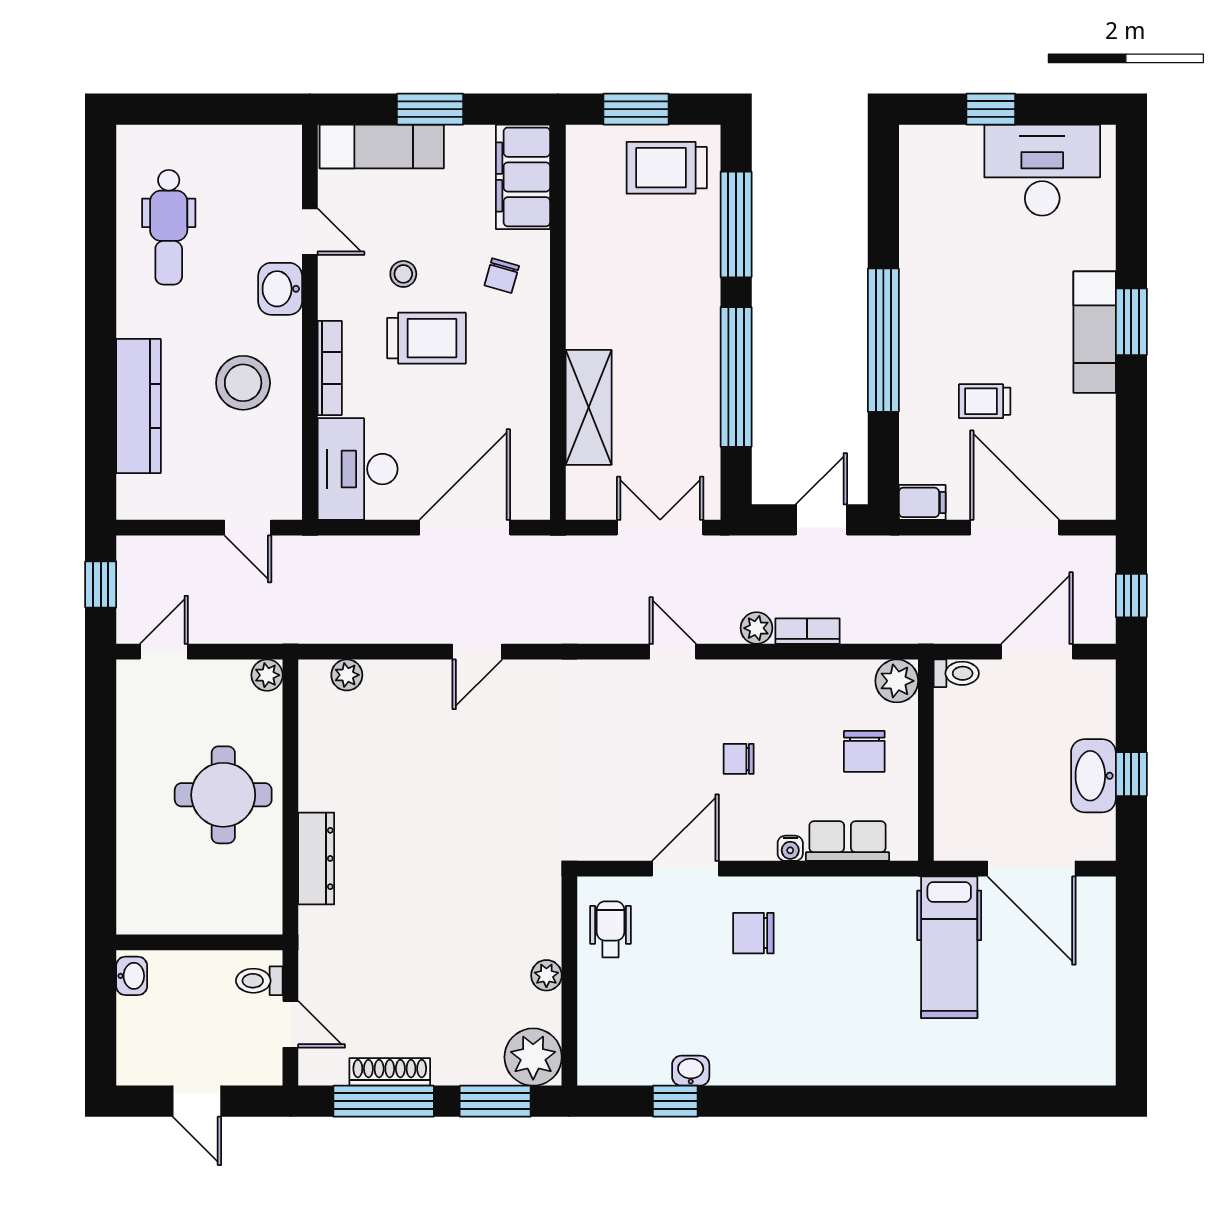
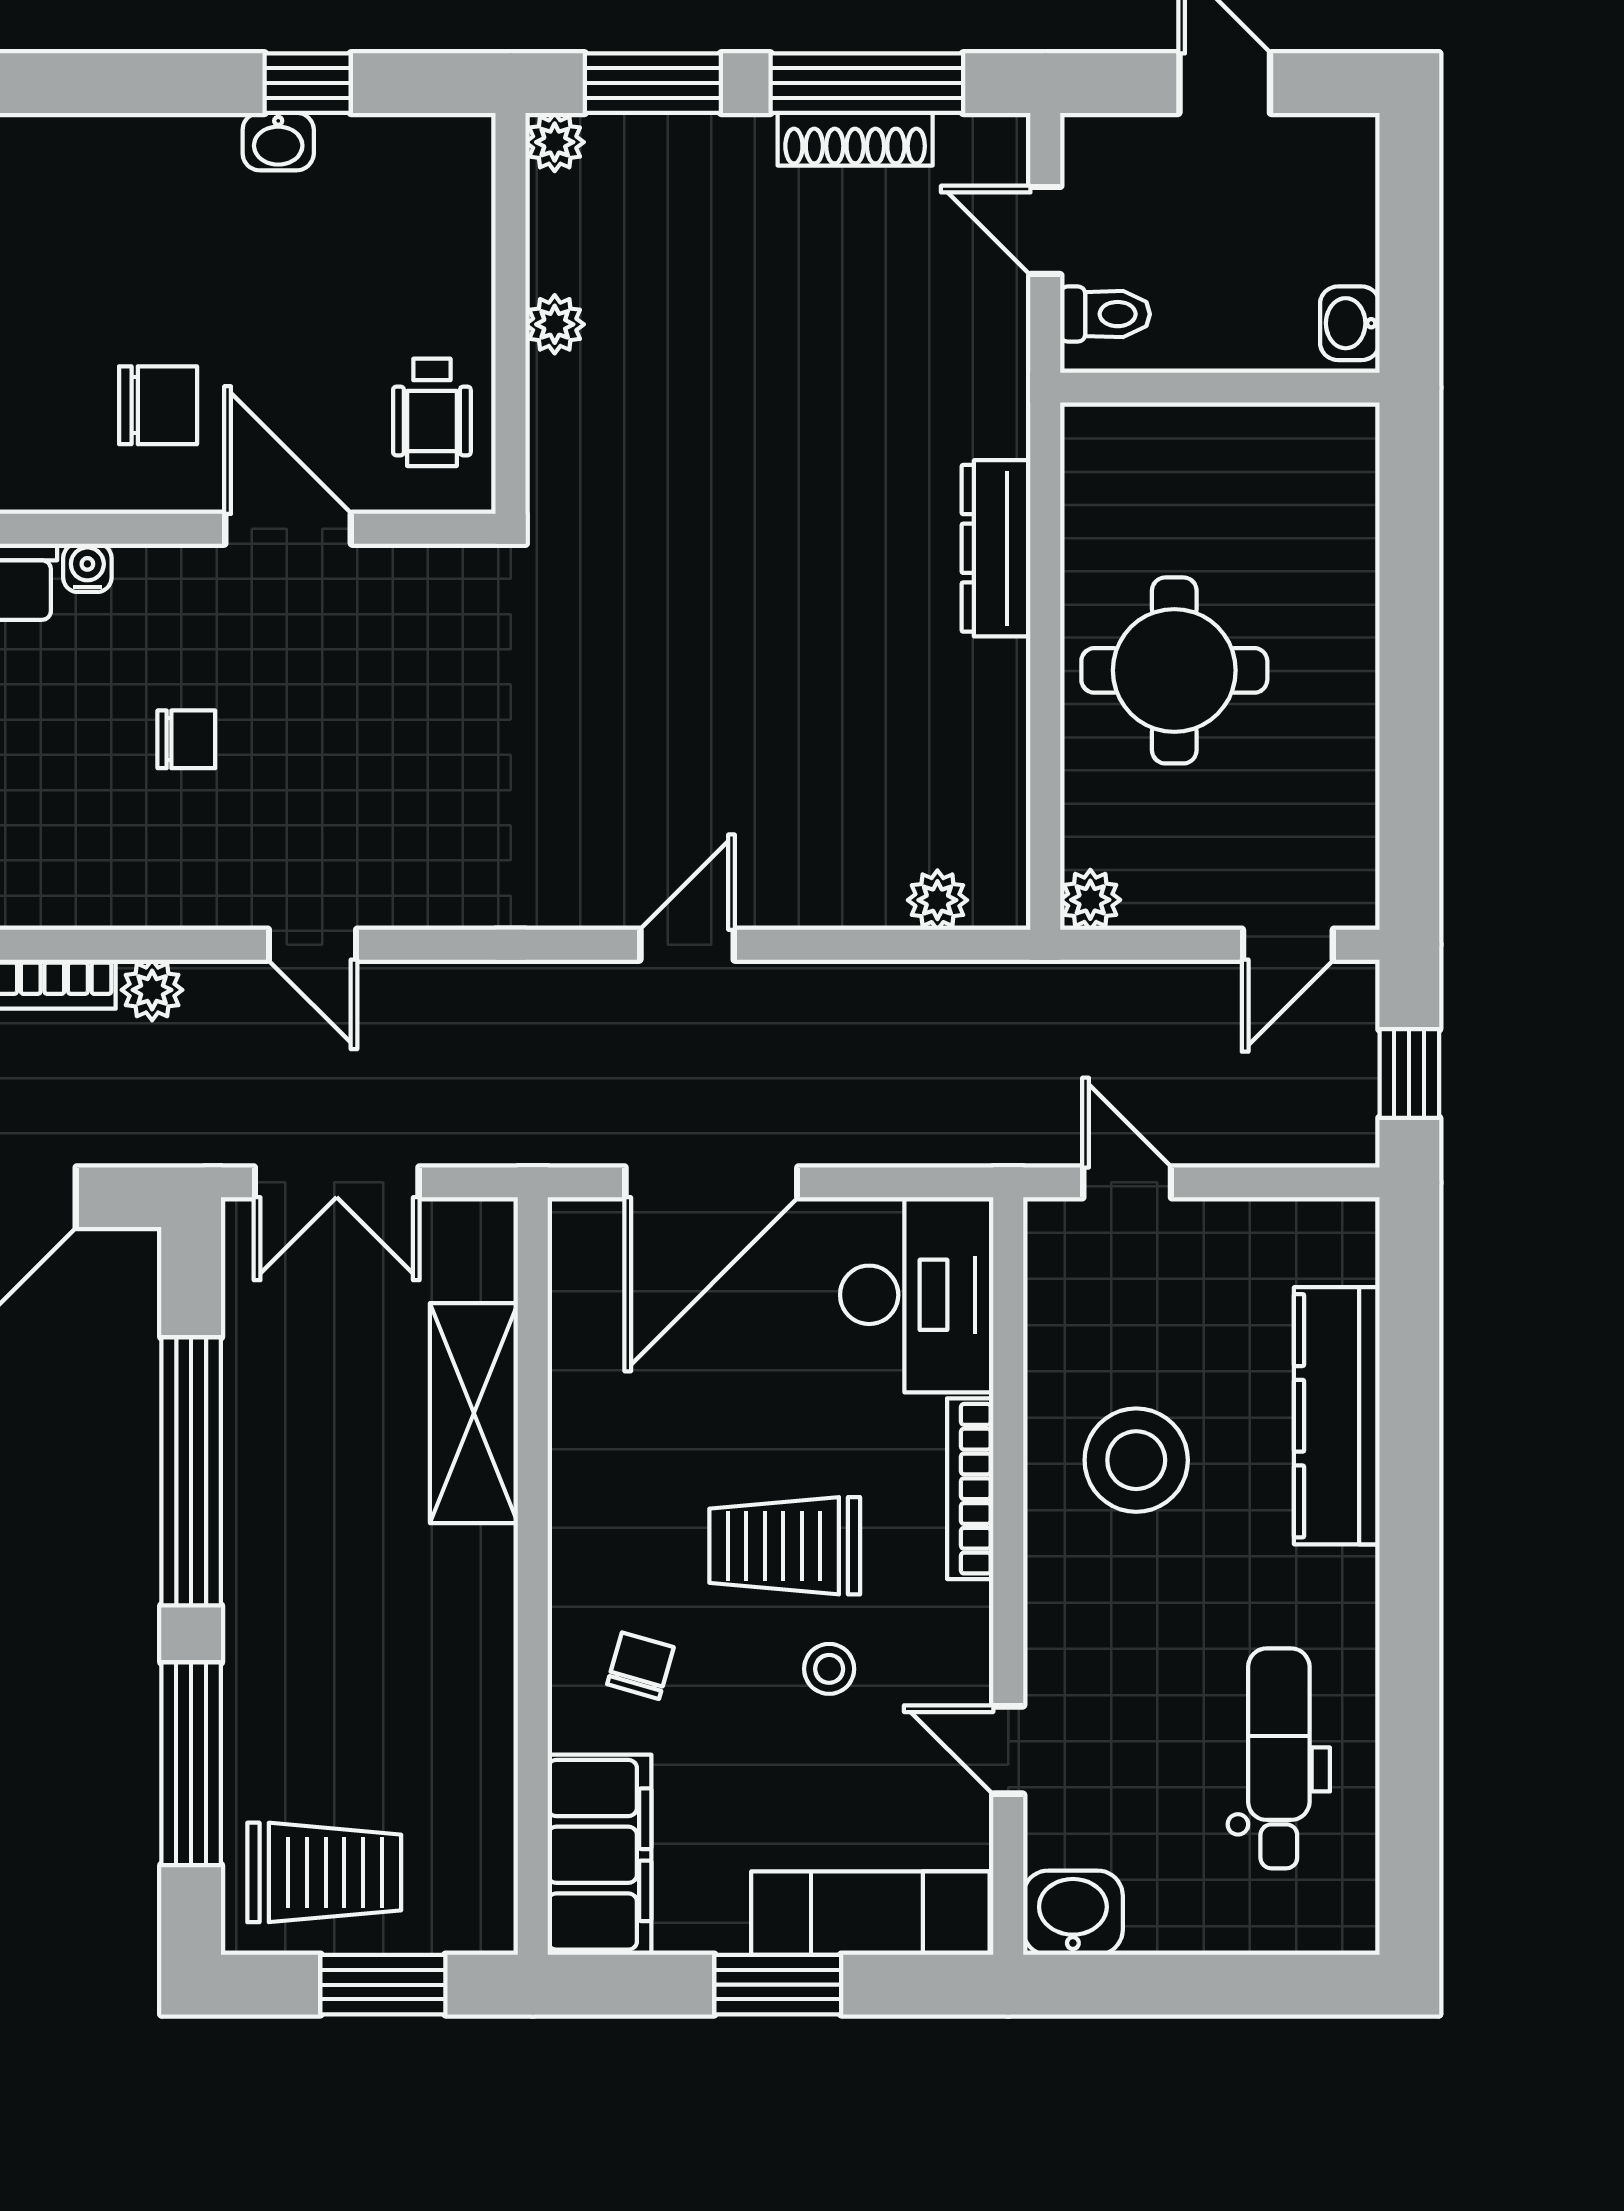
washbasin: (280, 289) -> (1073, 1913), moved, turned -90
door: (686, 869) -> (288, 529), swing flipped
plant: (533, 1057) -> (555, 142), width x0.53, depth x0.53

